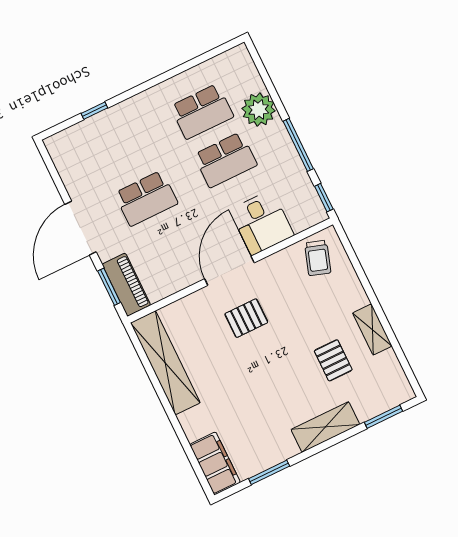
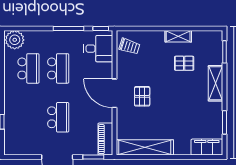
plant: (259, 110) -> (15, 40), moved
desk: (262, 223) -> (98, 49), moved
piano: (126, 285) -> (105, 139), moved, turned -90

